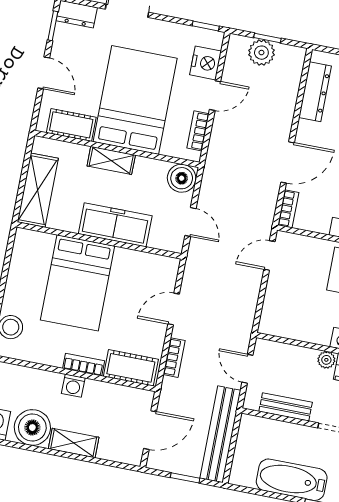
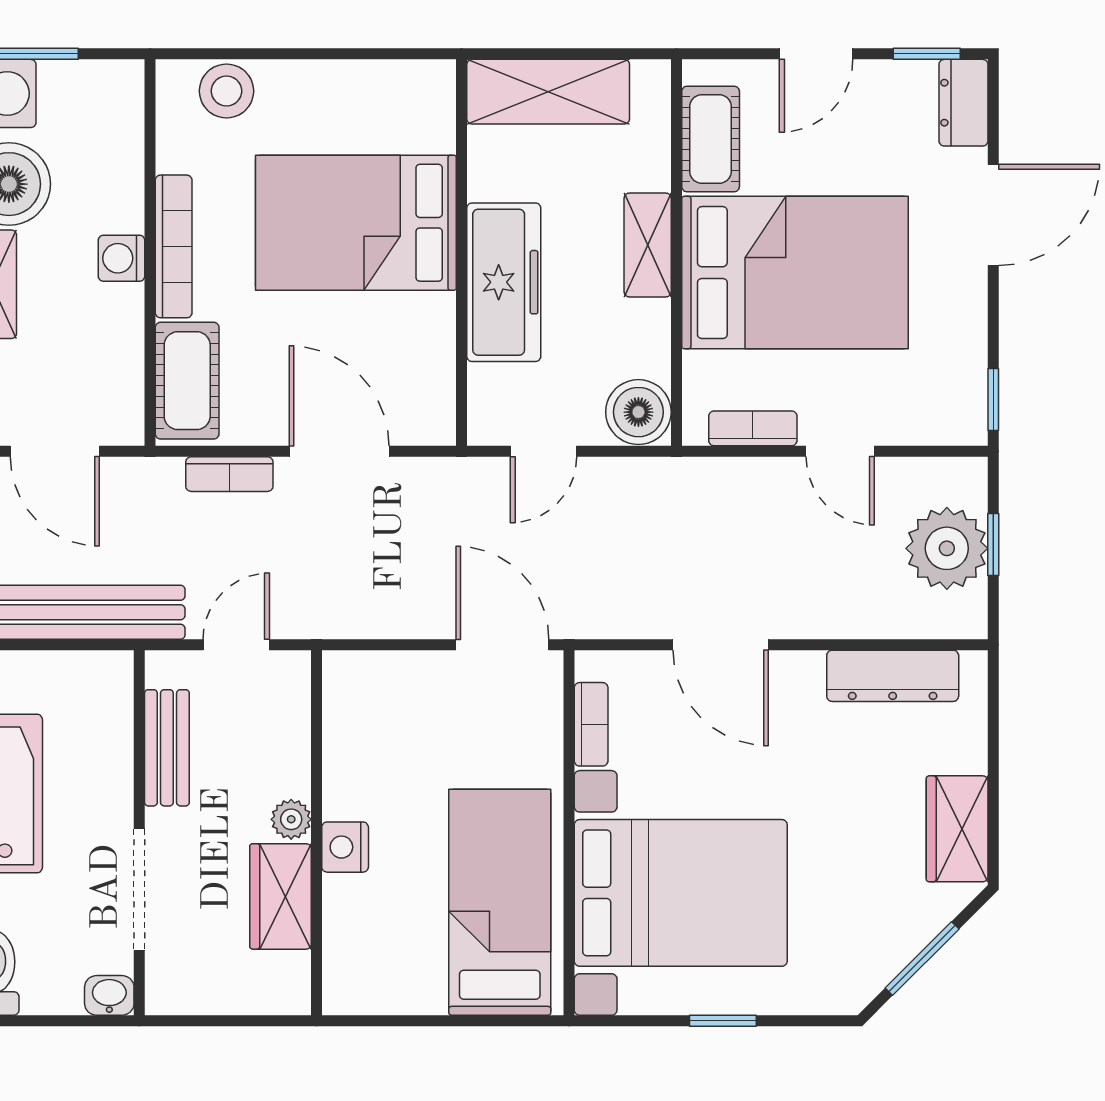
plant: (261, 53) -> (947, 548), width x1.36, depth x1.36
nightstand: (205, 63) -> (910, 415), removed
bookcase: (288, 209) -> (591, 724), moved, turned -90
door: (269, 255) -> (502, 645), width x1.38
door: (174, 309) -> (339, 451), width x1.38
bookcase: (84, 365) -> (174, 246), width x1.56

